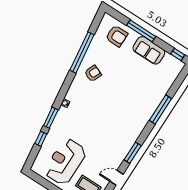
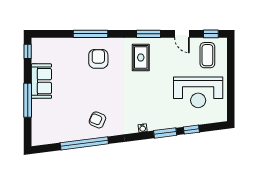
armchair: (117, 36) -> (98, 59), moved
rug: (119, 136) -> (141, 58), added

